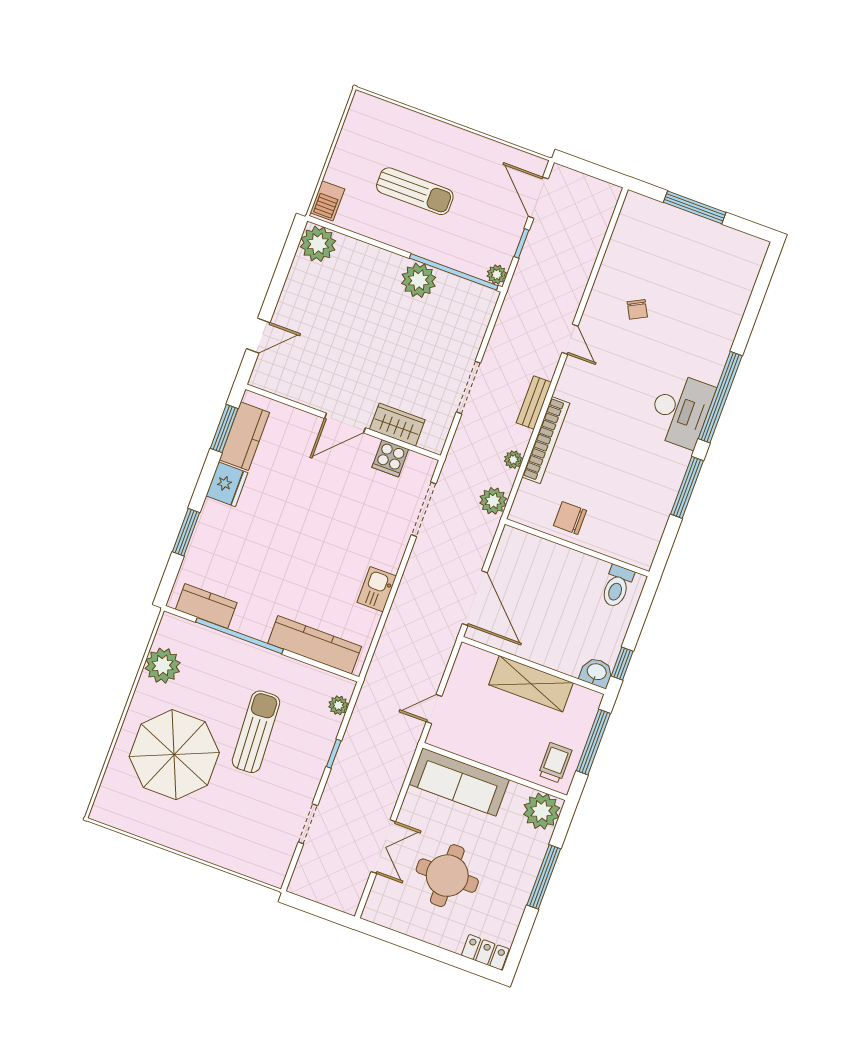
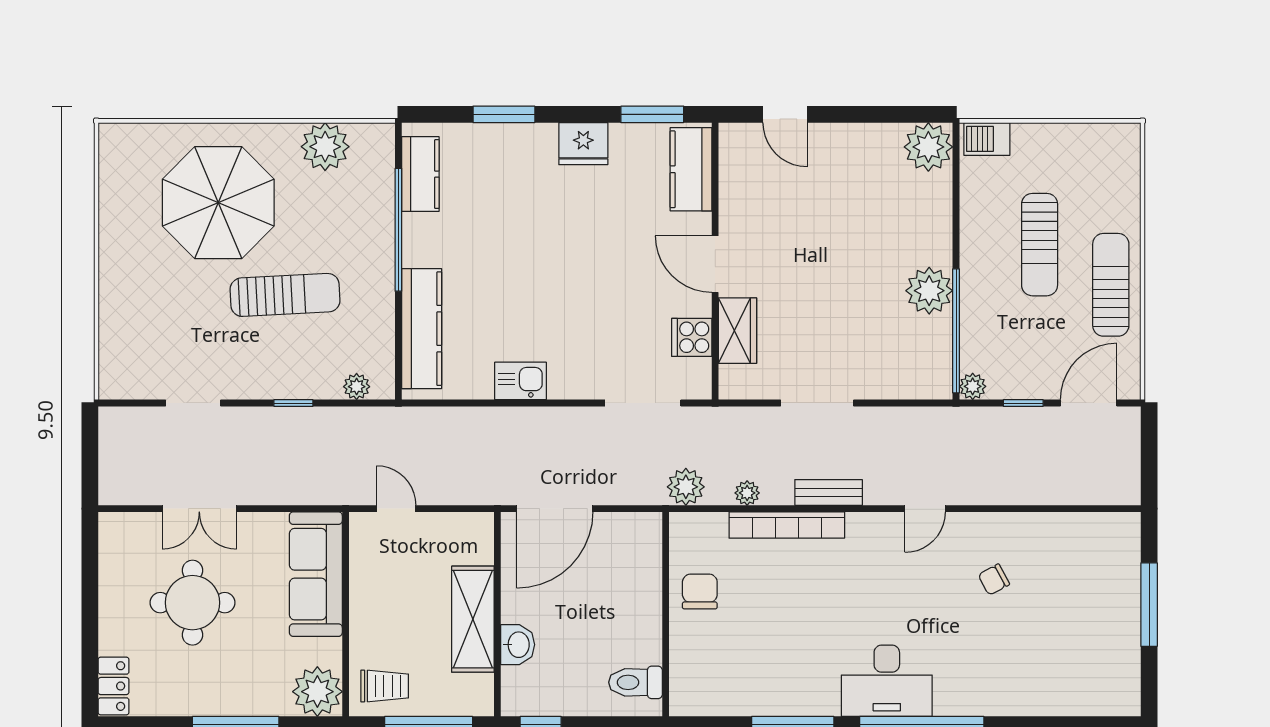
sun lounger: (461, 152) -> (1111, 285), added
kitchen counter: (244, 436) -> (691, 169), moved, turned 90
washbasin: (597, 672) -> (518, 645), moved

